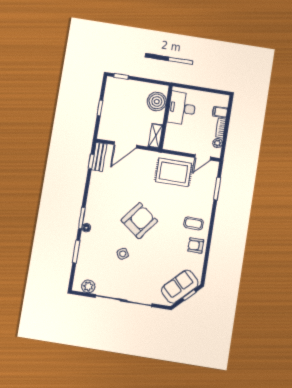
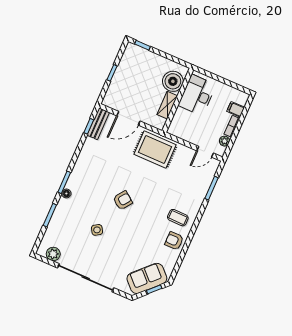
shelving: (155, 136) -> (167, 105), moved
rug: (173, 172) -> (155, 150), moved
armchair: (139, 221) -> (123, 200), width x0.53, depth x0.53

